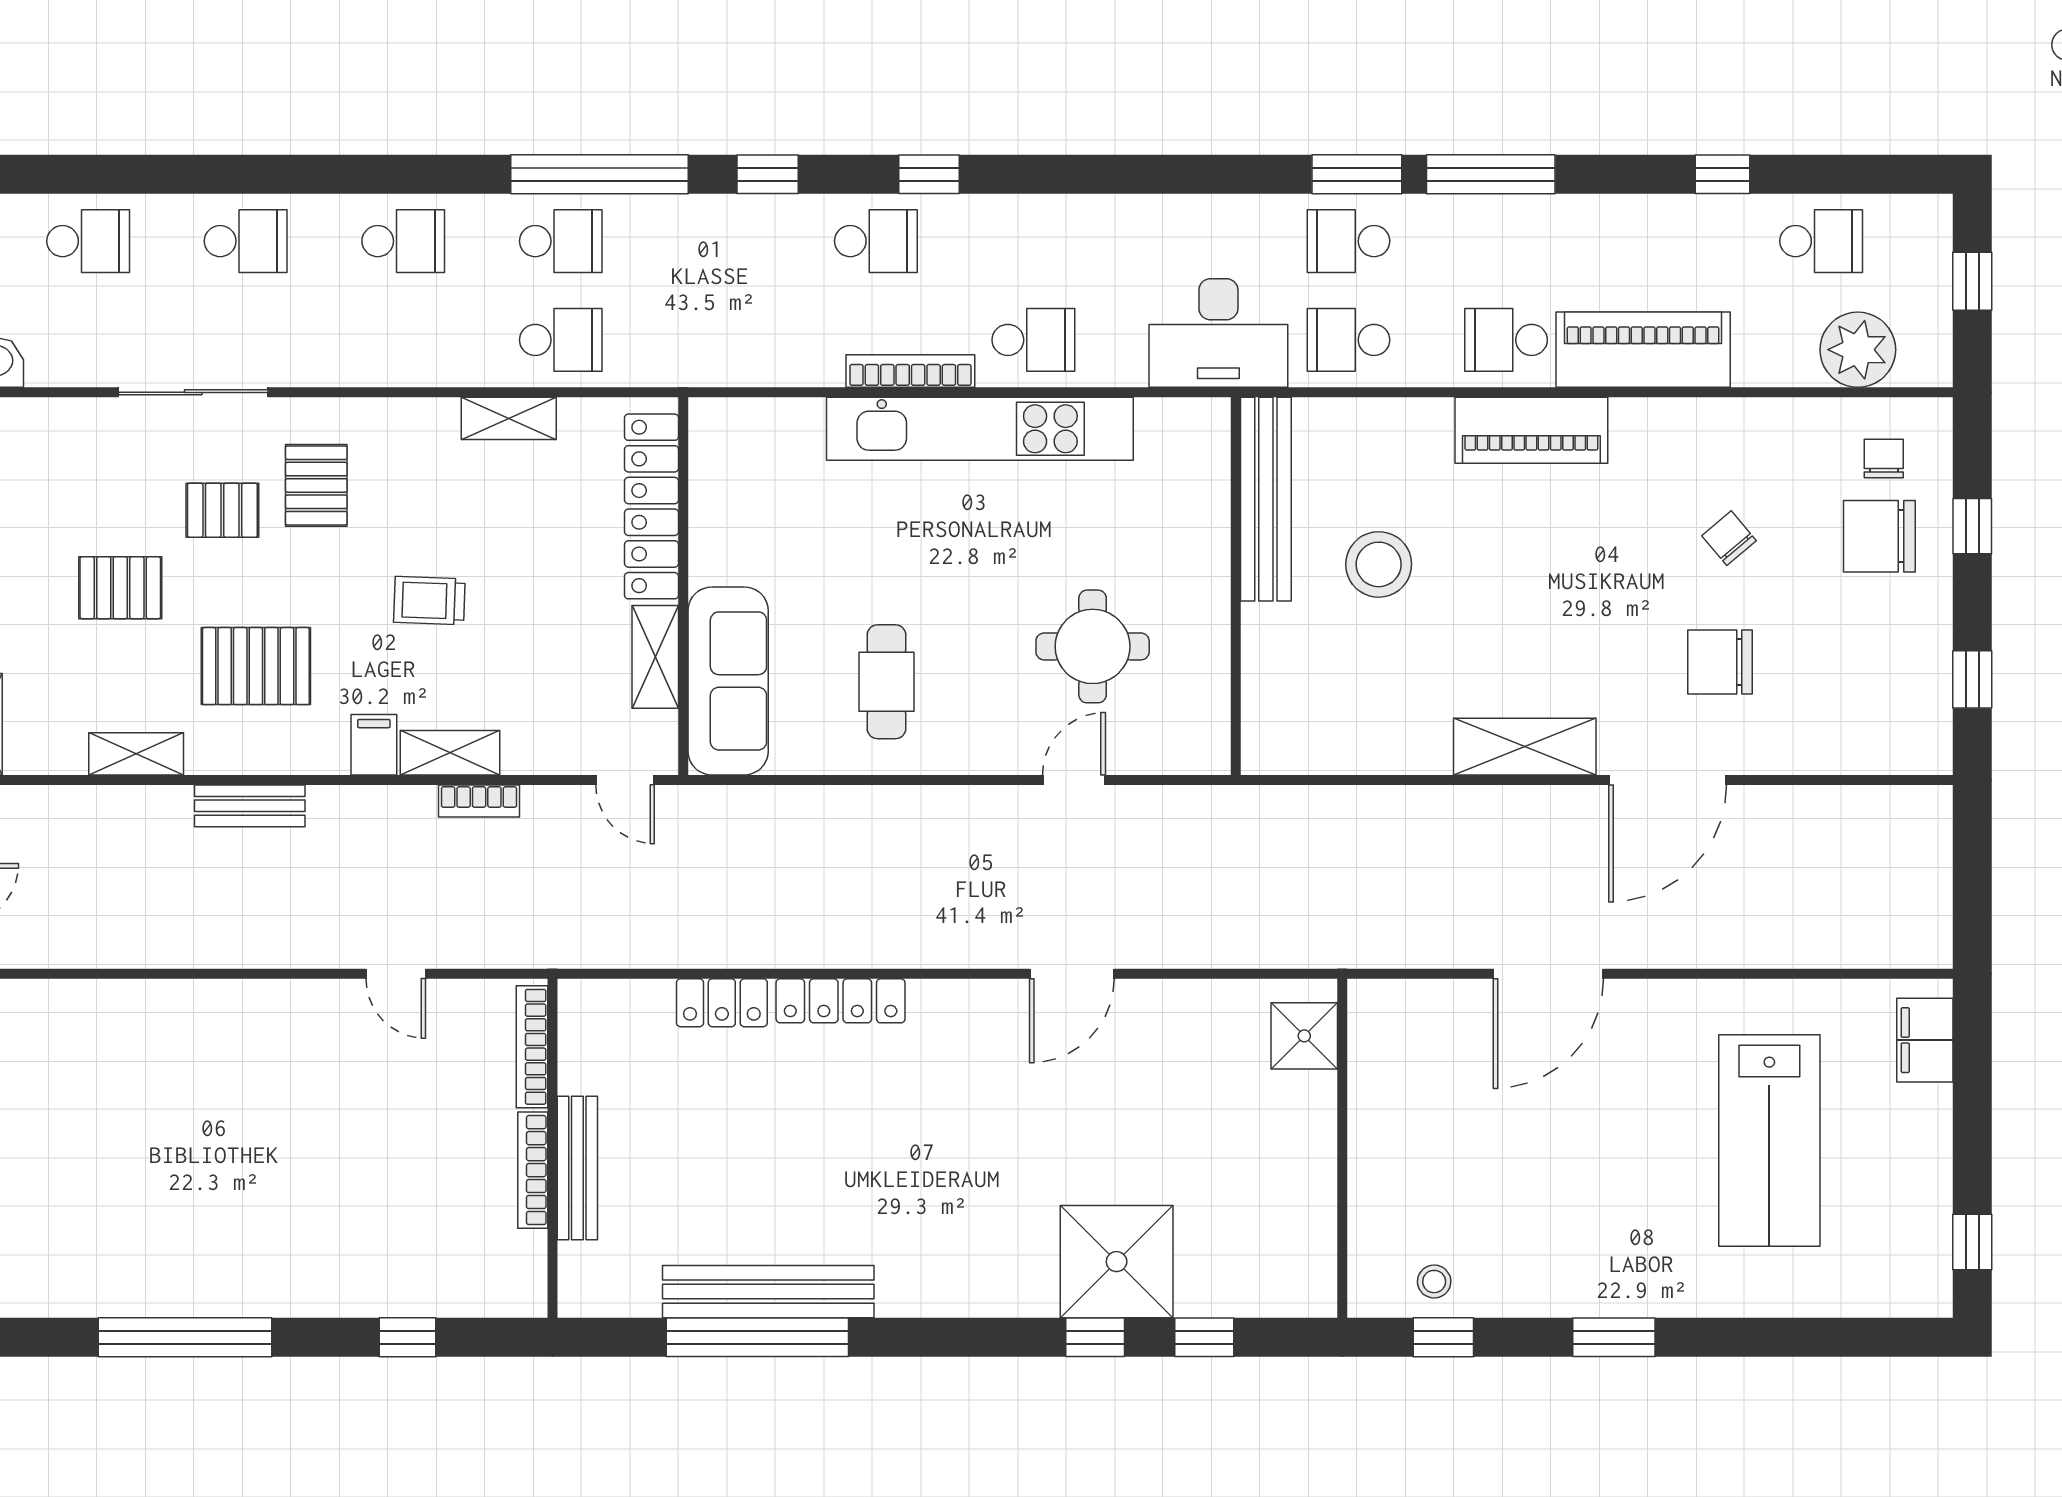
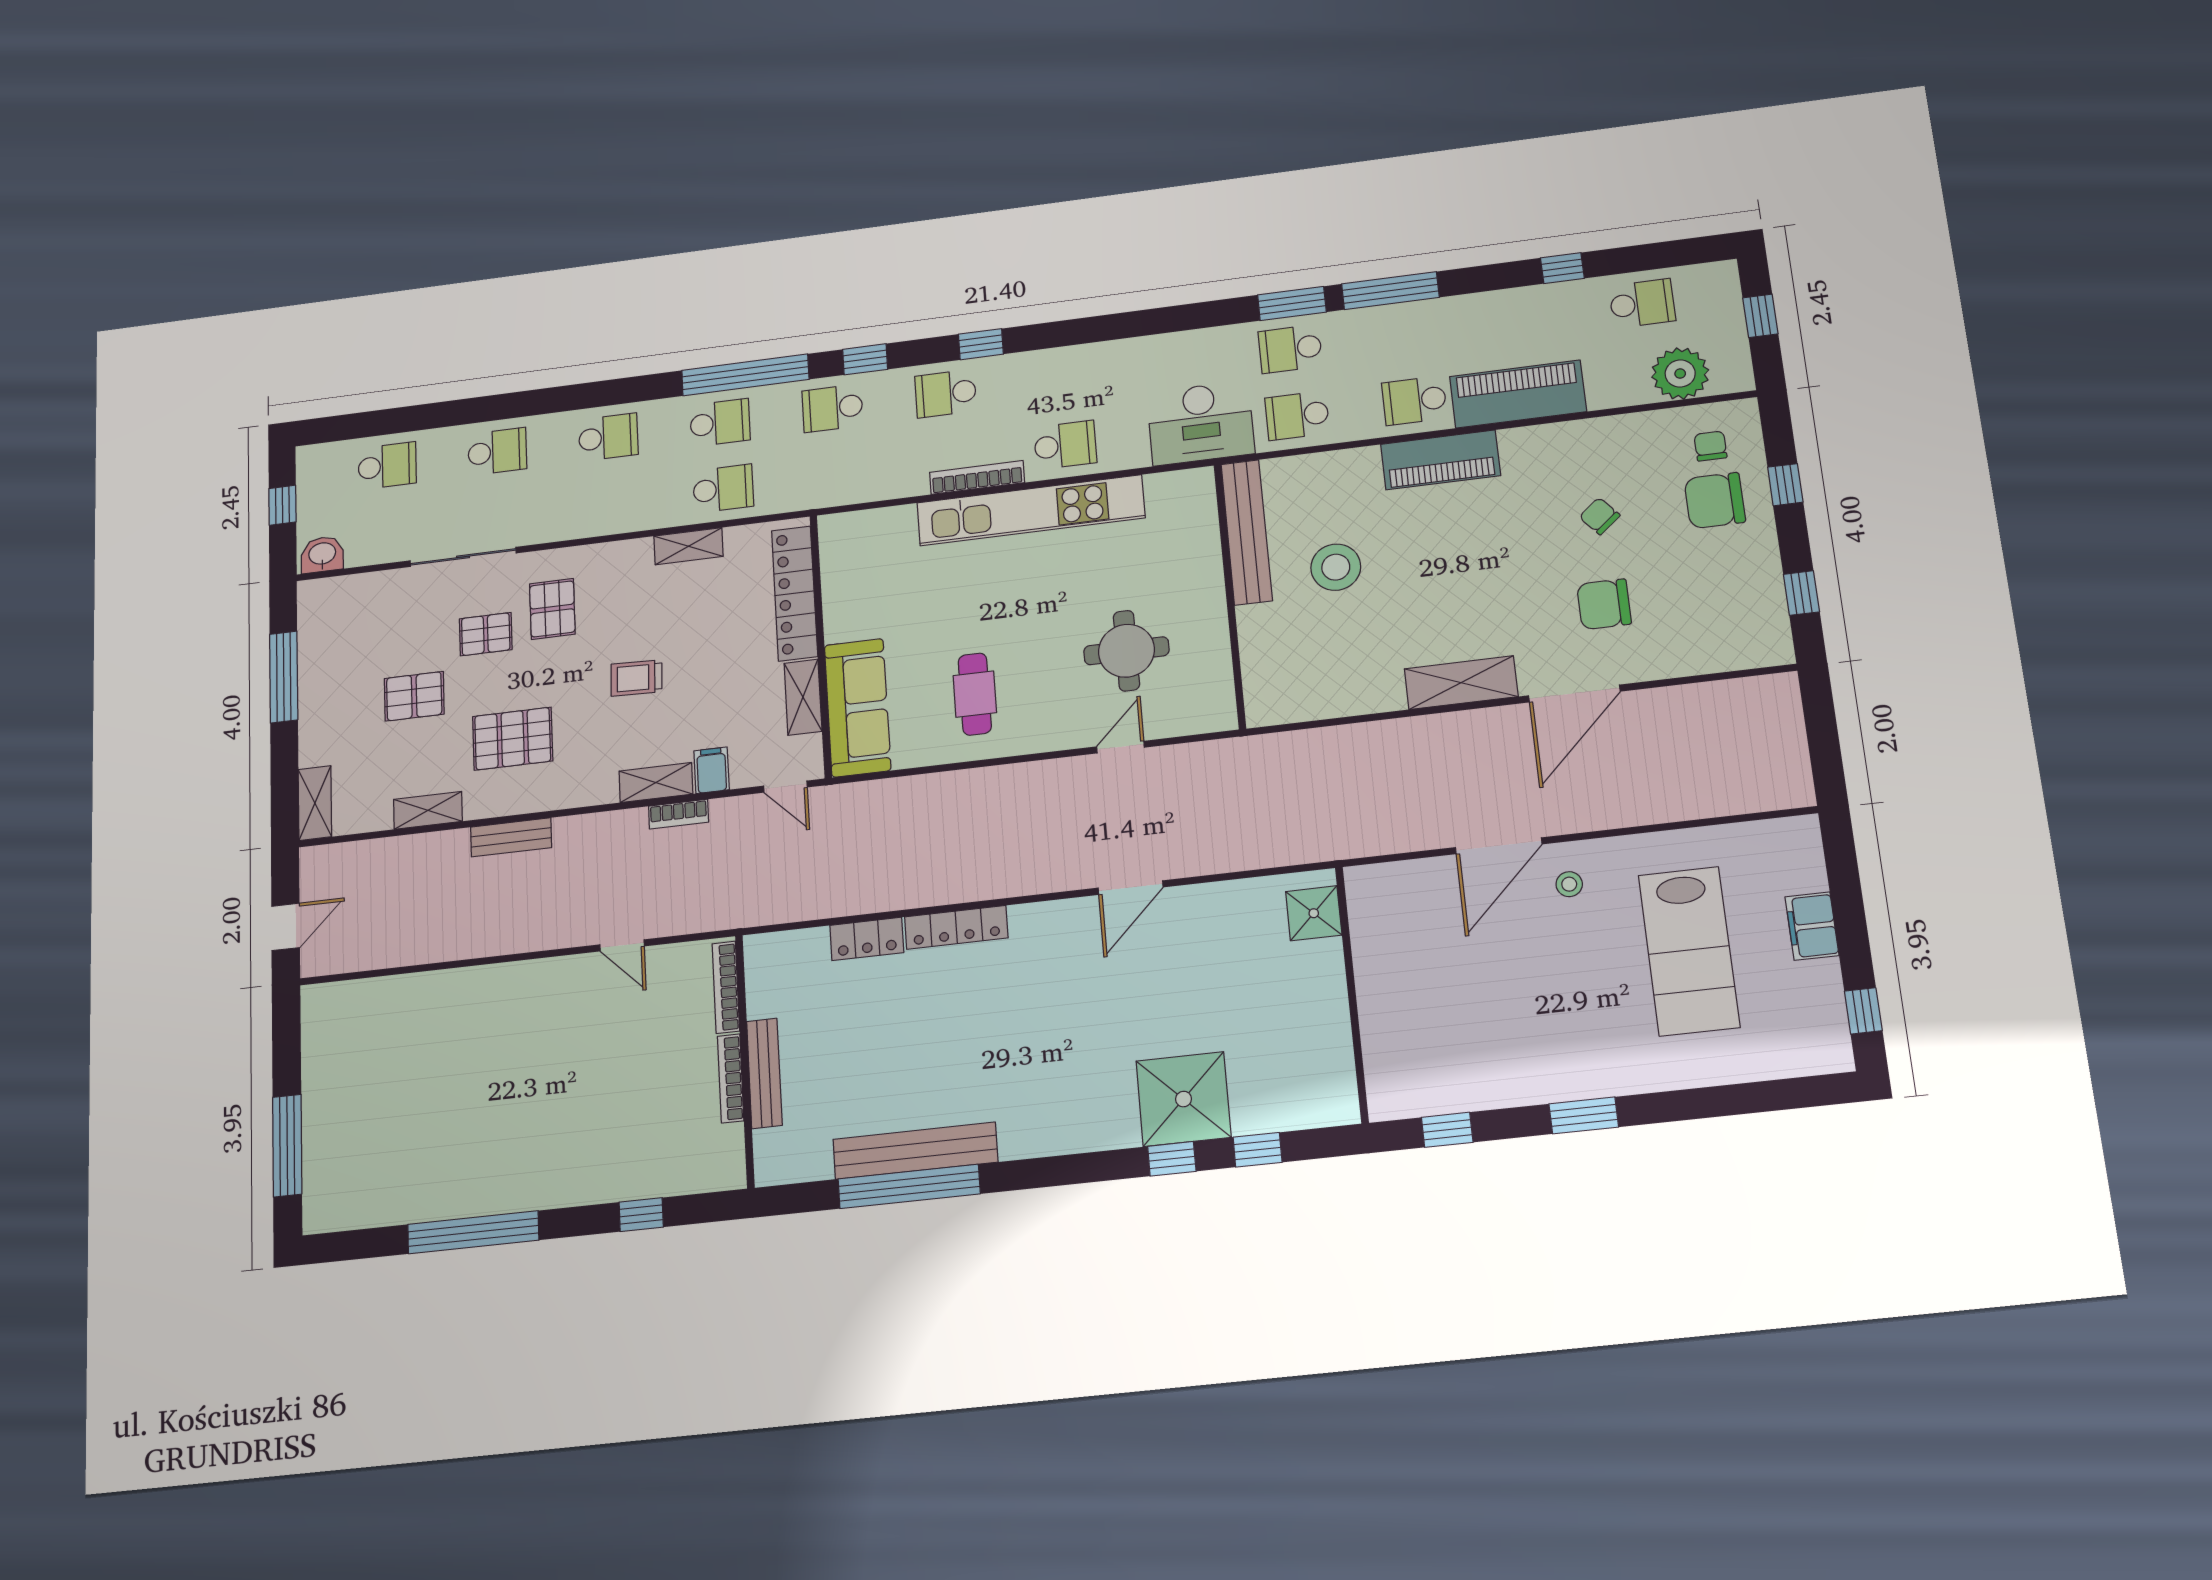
school desk: (718, 241) -> (832, 408), added
school desk: (876, 241) -> (946, 393), turned 180
filing cabinet: (374, 745) -> (712, 770), moved
filing cabinet: (1925, 1040) -> (1812, 926), moved
stool: (1434, 1282) -> (1569, 884), moved

